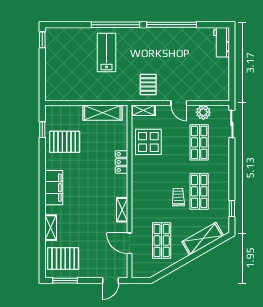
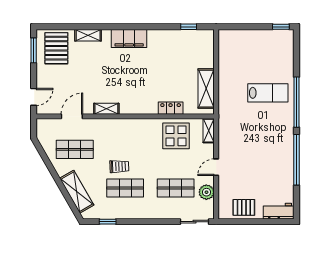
pallet: (148, 84) -> (244, 207), moved
pallet: (65, 142) -> (176, 50), removed
locker: (121, 162) -> (171, 108), moved
door: (110, 281) -> (34, 97), swing flipped

